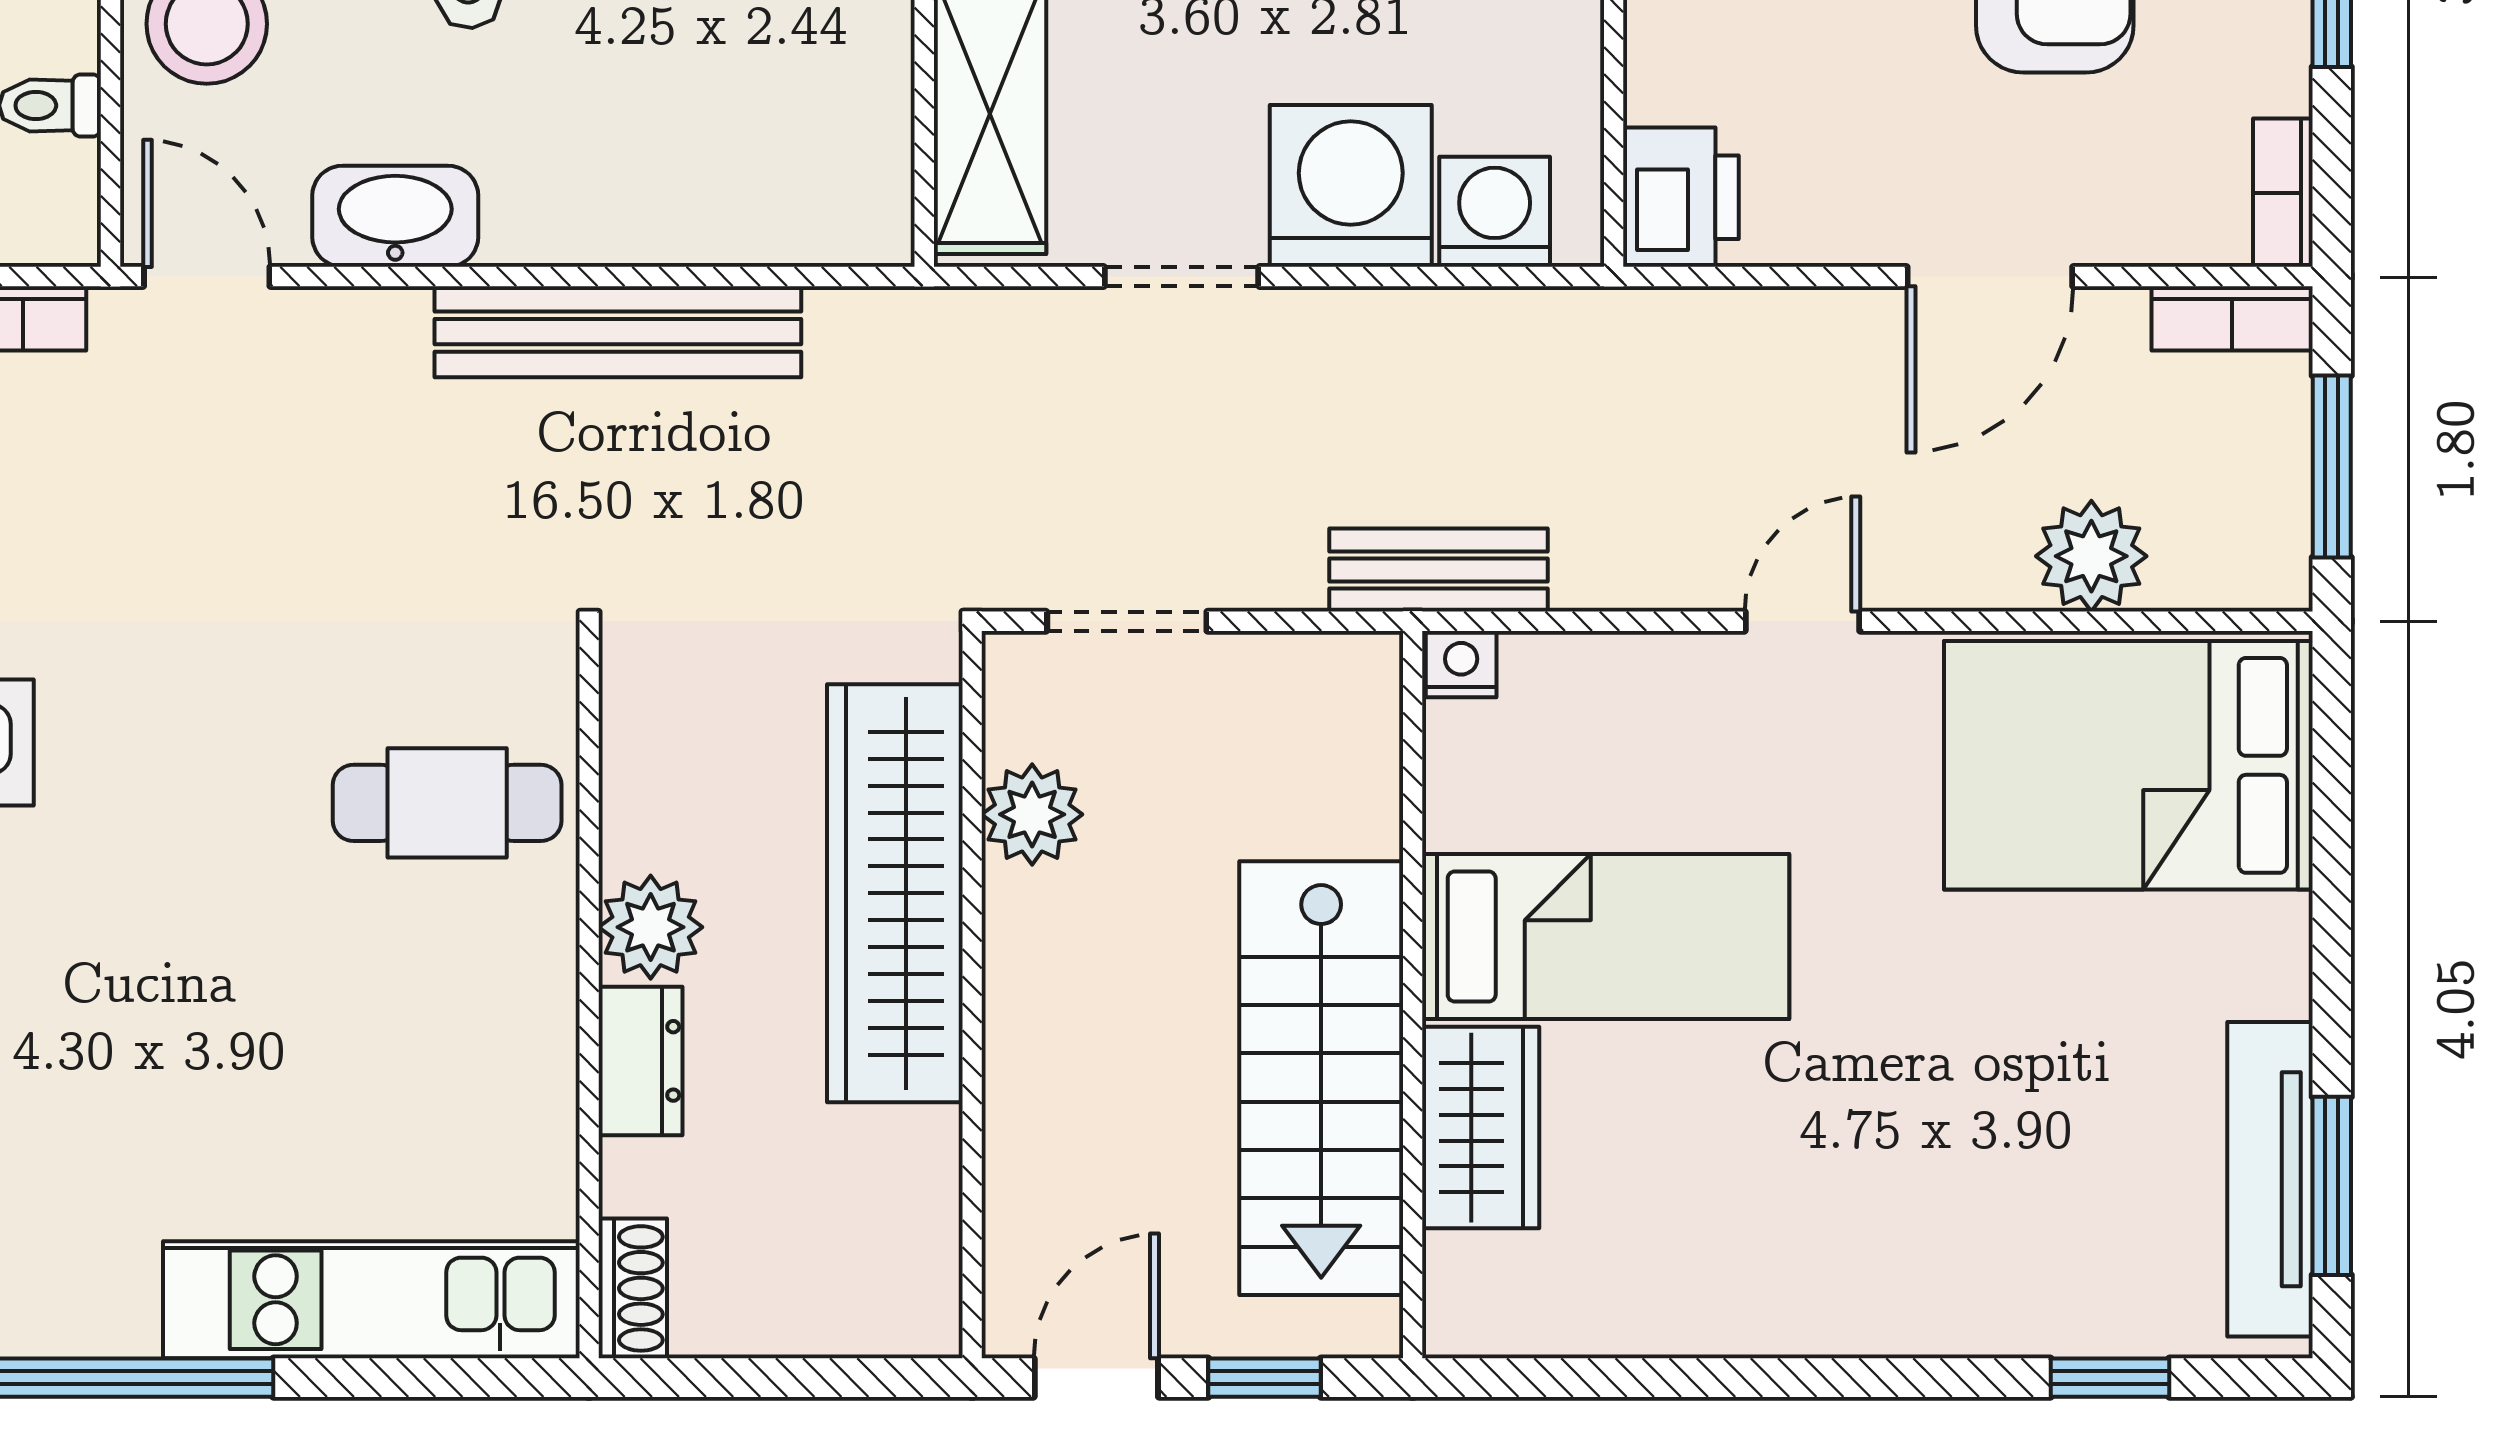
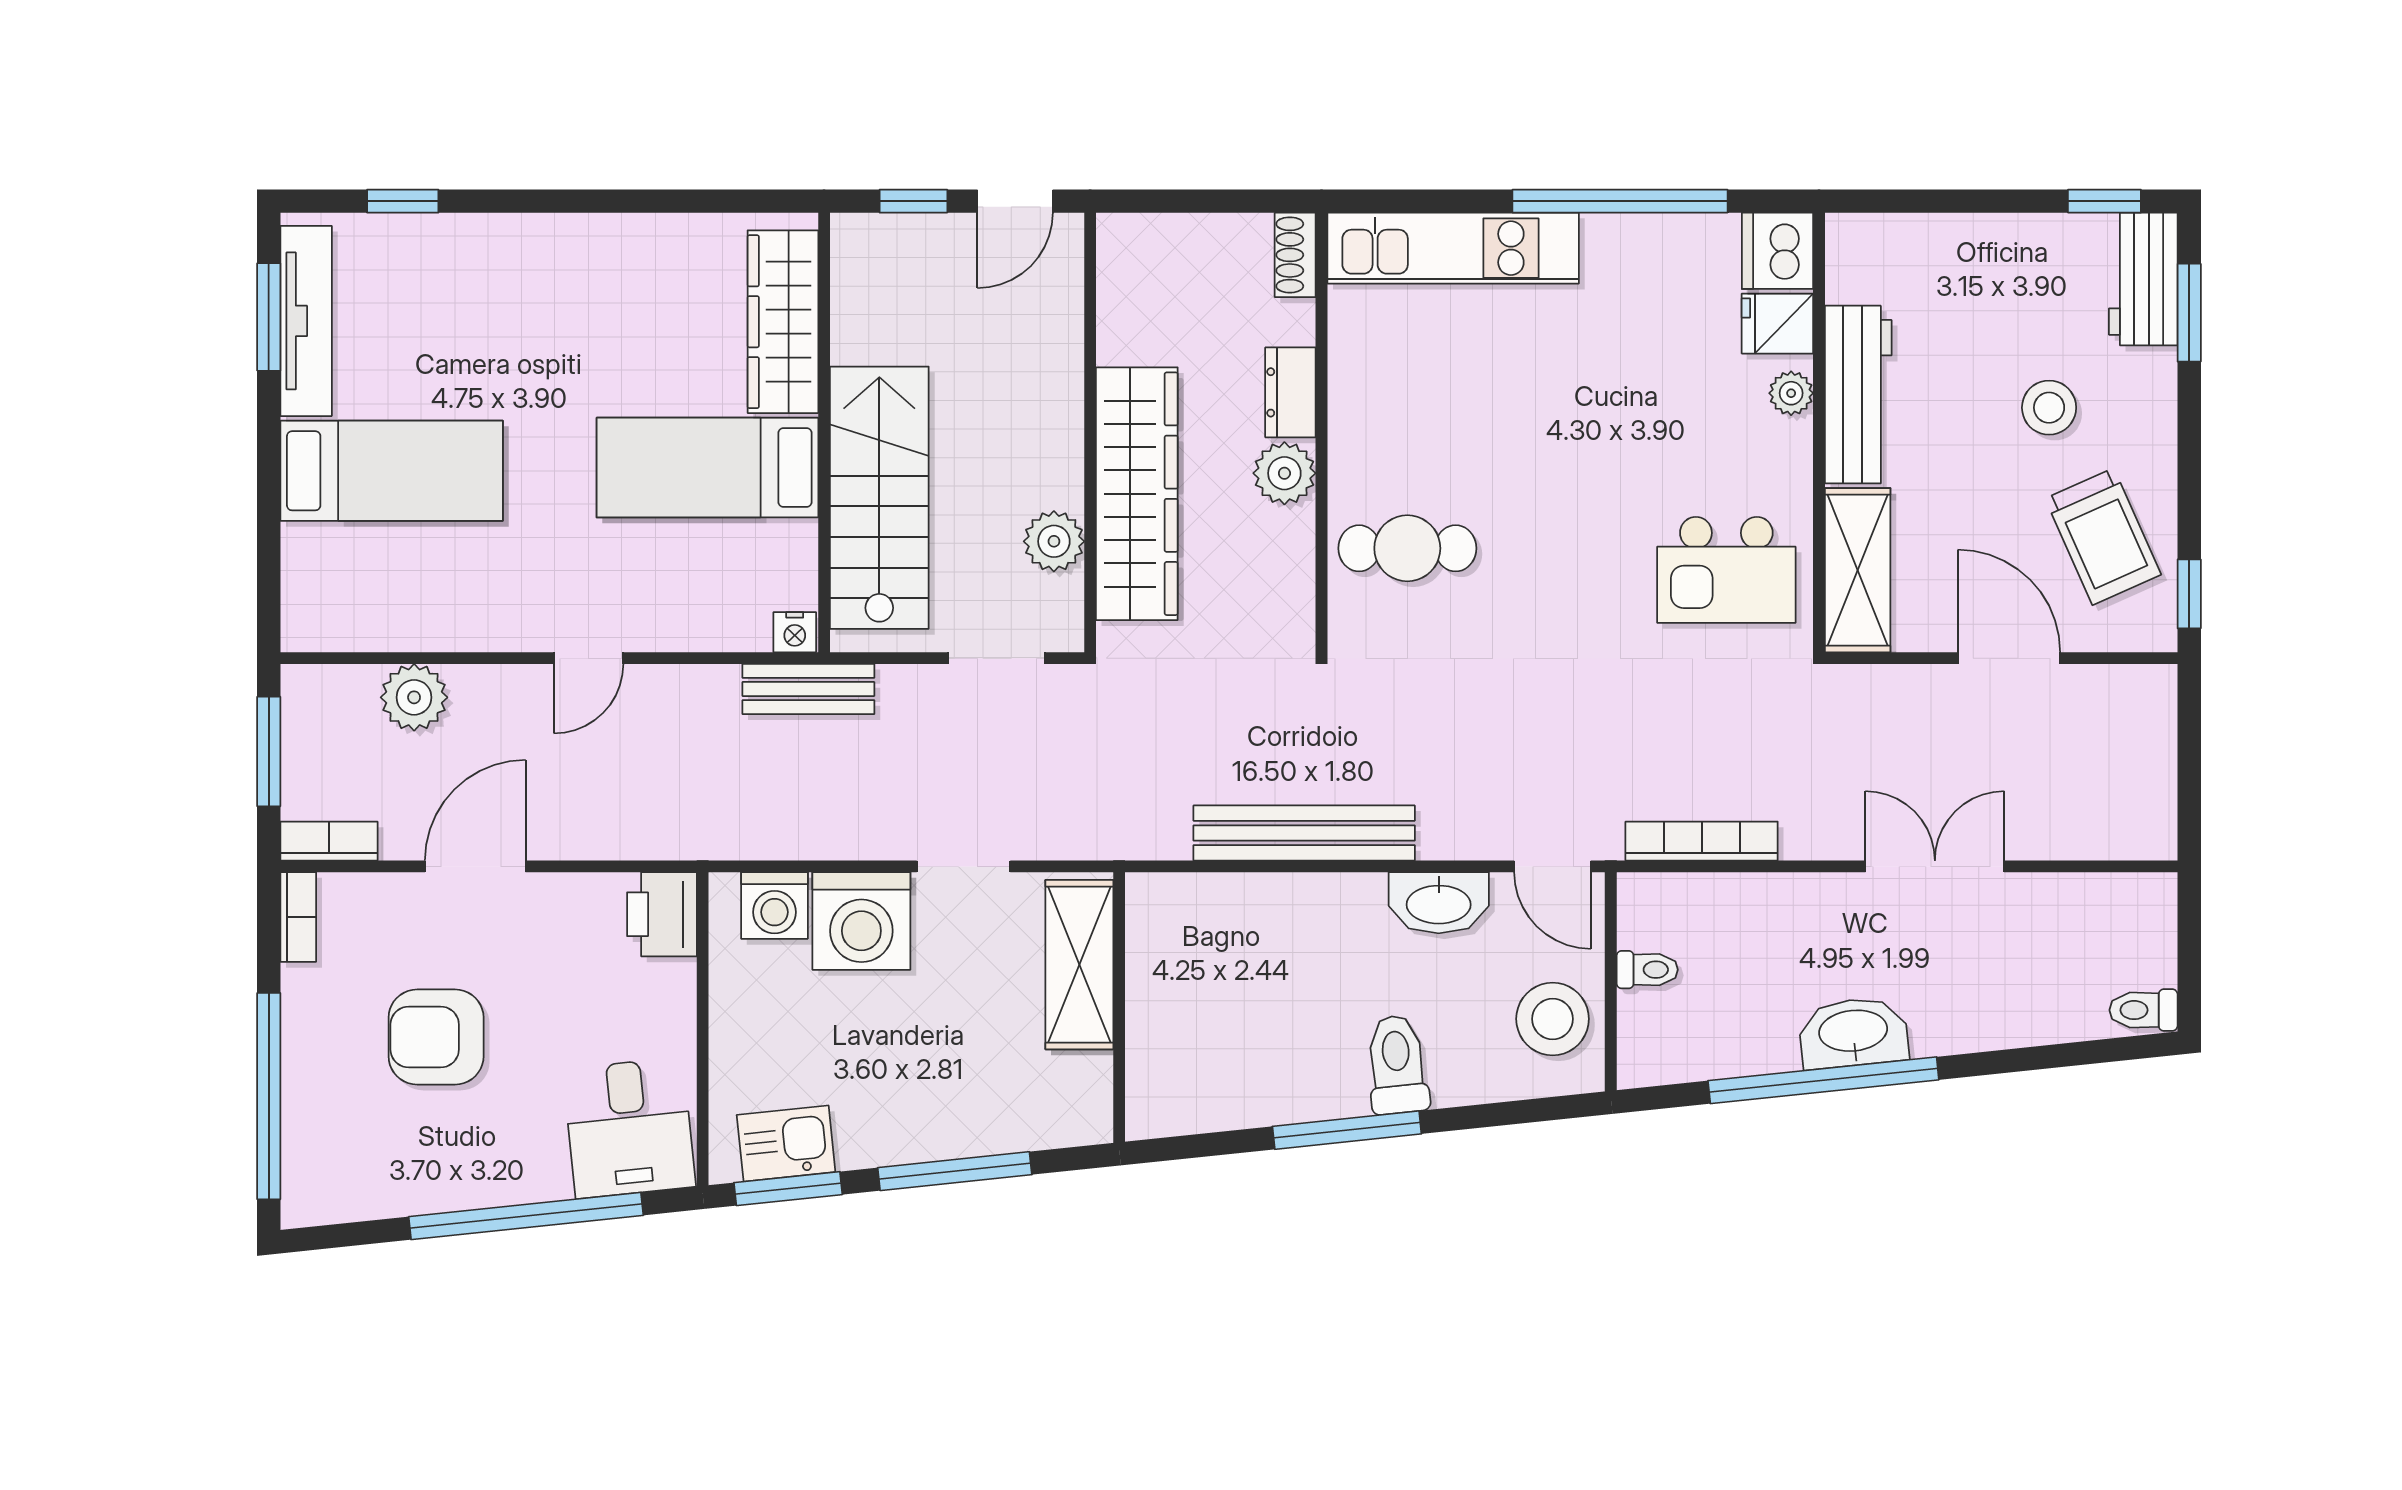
bed: (2128, 765) -> (392, 471), moved, width x0.67
stairs: (1321, 1078) -> (879, 498), moved
wardrobe: (1481, 1128) -> (783, 322), width x1.50

